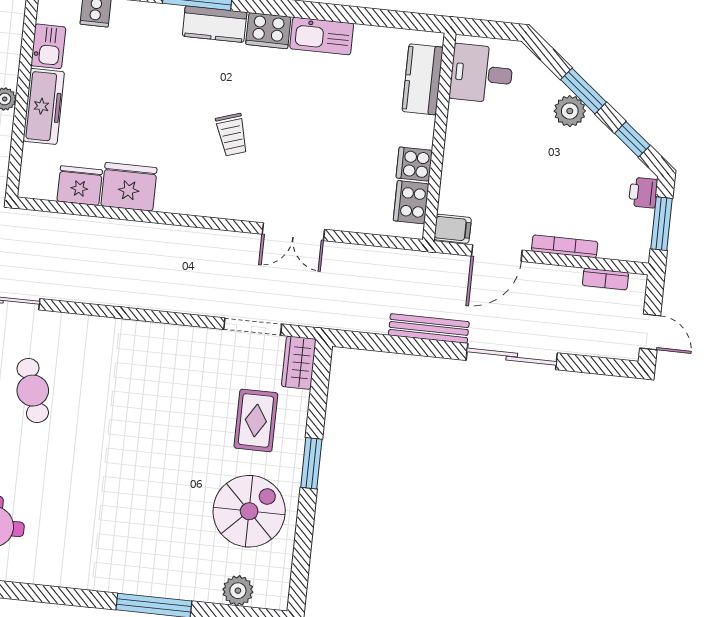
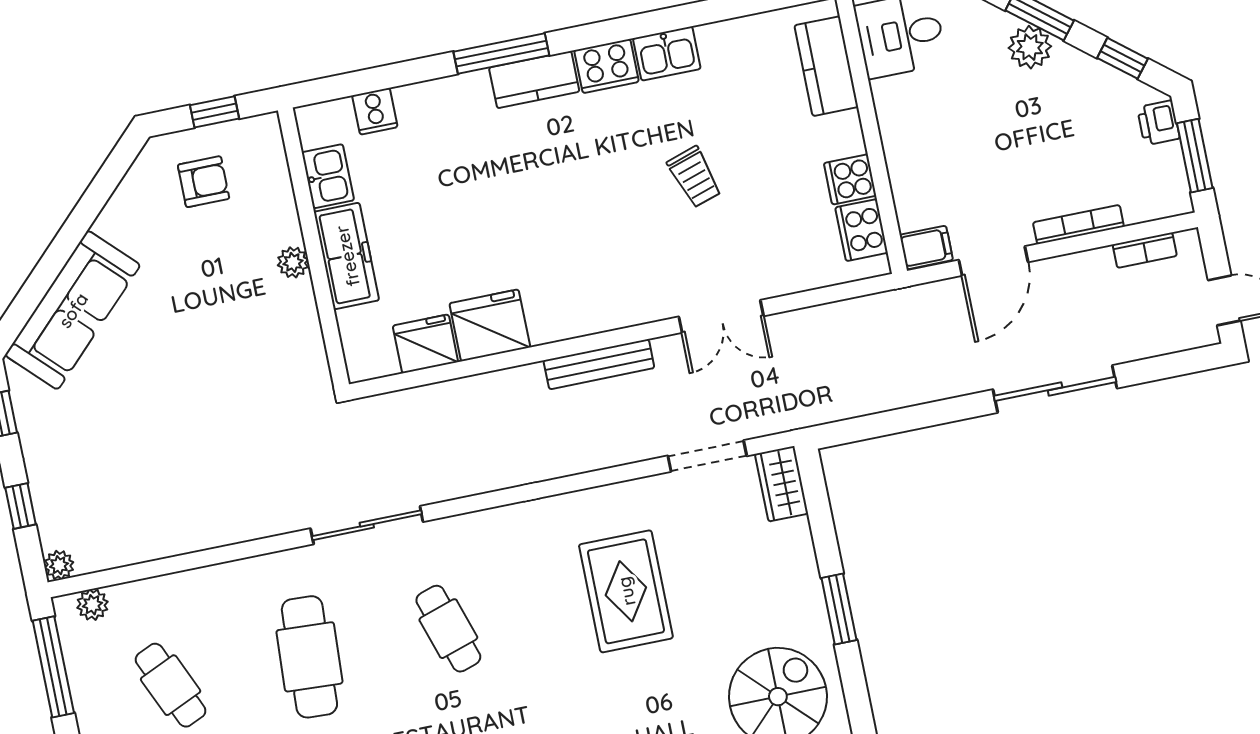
kitchen sink: (322, 36) -> (667, 54), width x0.73
trolley: (232, 135) -> (695, 177), moved
bench: (429, 328) -> (599, 364), moved
rug: (256, 420) -> (626, 591), moved, width x1.36, depth x1.43

